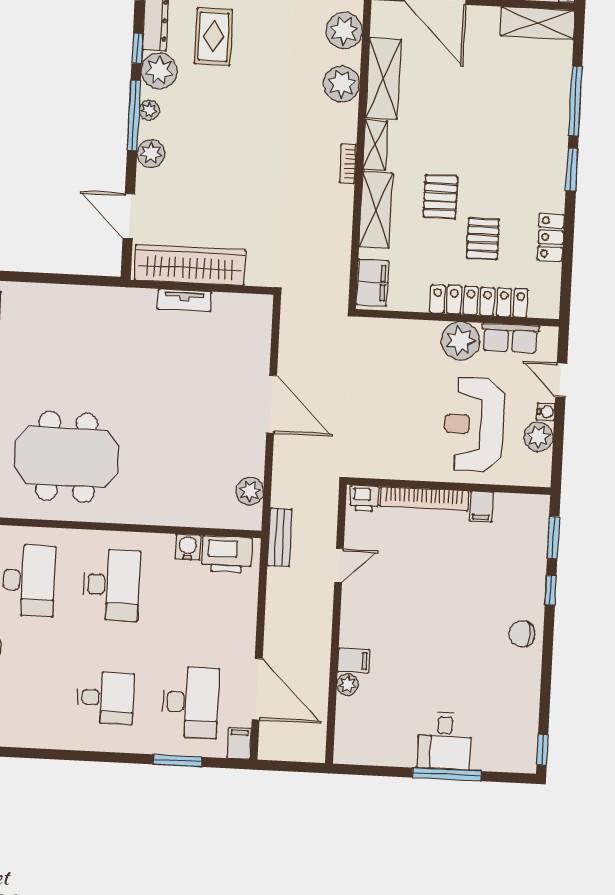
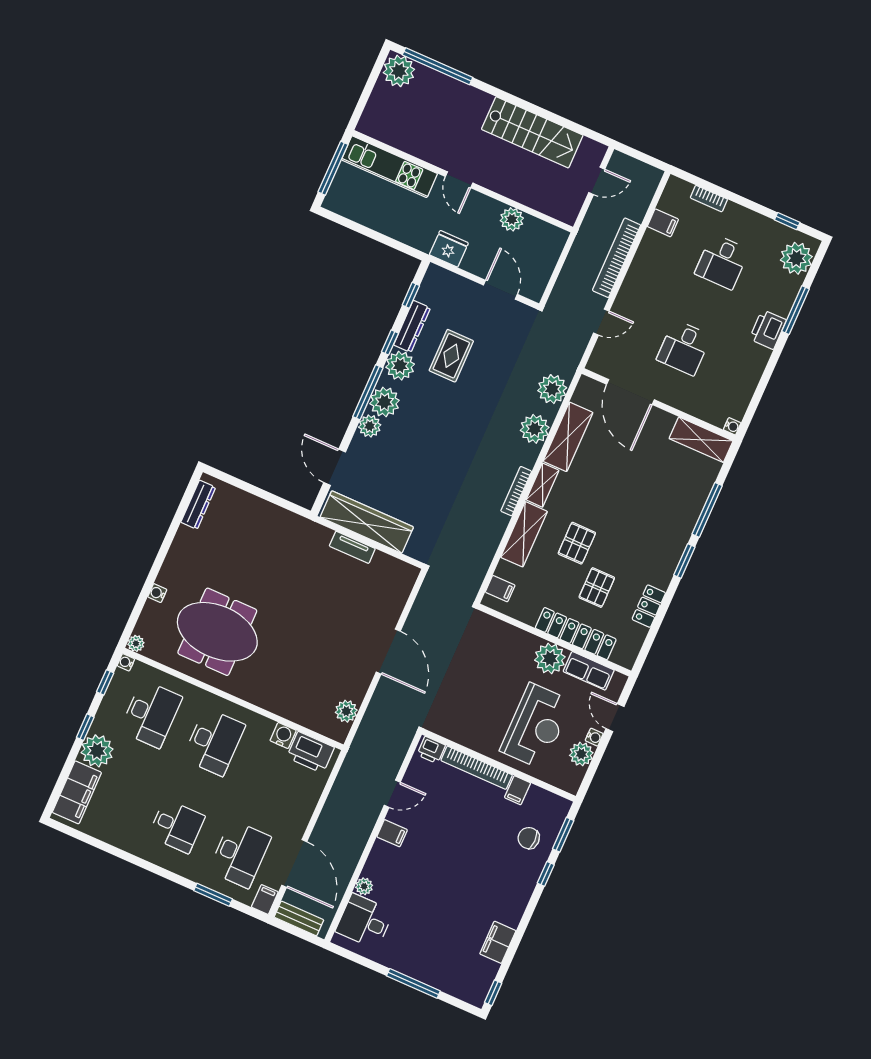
plant: (149, 110) -> (384, 402), width x1.88, depth x1.88
bookcase: (348, 164) -> (516, 491), width x1.56
filing cabinet: (372, 283) -> (500, 589), width x0.50
reception desk: (474, 425) -> (536, 726), turned 180
bench: (280, 537) -> (299, 919), moved, turned 90
chair: (522, 634) -> (529, 838), moved
filing cabinet: (354, 660) -> (392, 833), moved
filing cabinet: (526, 690) -> (498, 942), added
desk: (444, 741) -> (364, 921), moved, turned 90

